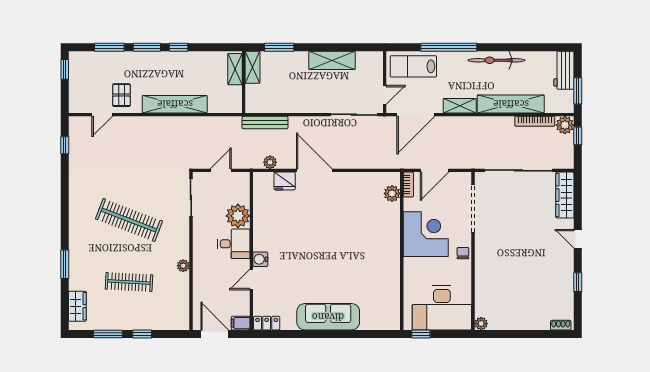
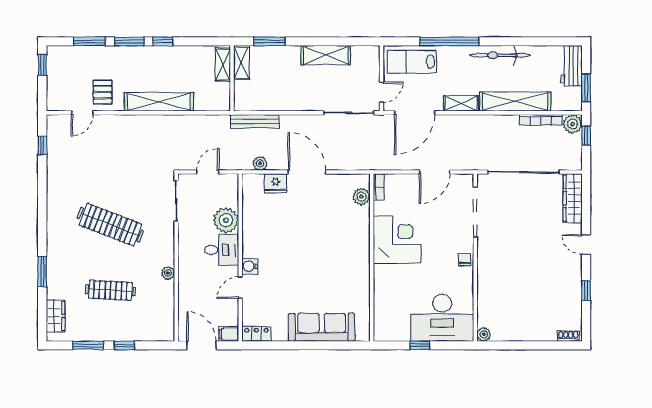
bookcase: (408, 185) -> (379, 187), moved
plant: (392, 194) -> (361, 197), moved
corner desk: (426, 234) -> (397, 240), moved
wall: (402, 251) -> (372, 257), moved

